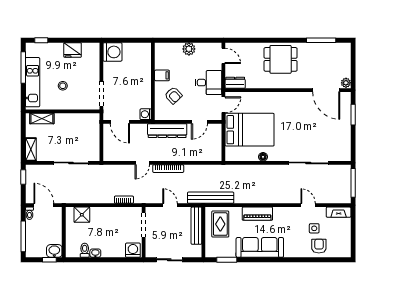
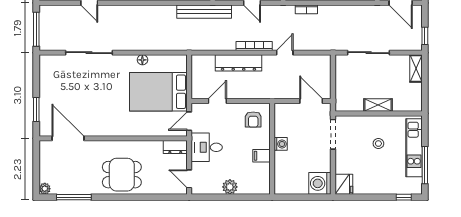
fridge: (73, 50) -> (344, 184), moved, turned 90
plant: (346, 83) -> (45, 189), moved
armchair: (173, 95) -> (253, 120), moved, turned -136
washing machine: (146, 114) -> (281, 144), moved
shelving: (42, 118) -> (378, 105), moved
dresser: (167, 131) -> (238, 63), moved, turned 180

